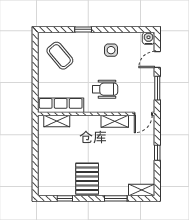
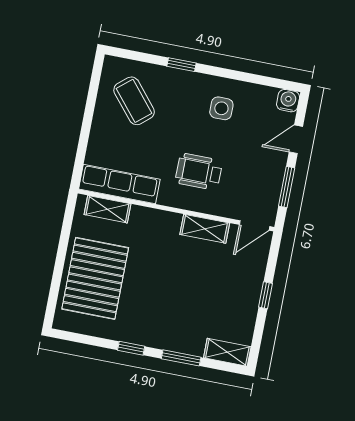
wheelchair: (105, 89) -> (199, 172), turned 180
pallet: (87, 179) -> (95, 278), moved, width x1.37, depth x1.41
window: (65, 198) -> (131, 348), moved

